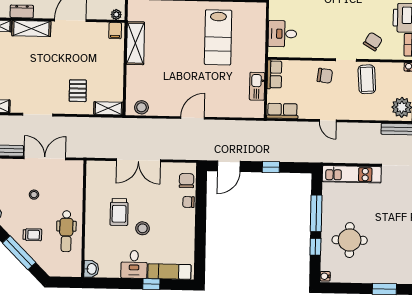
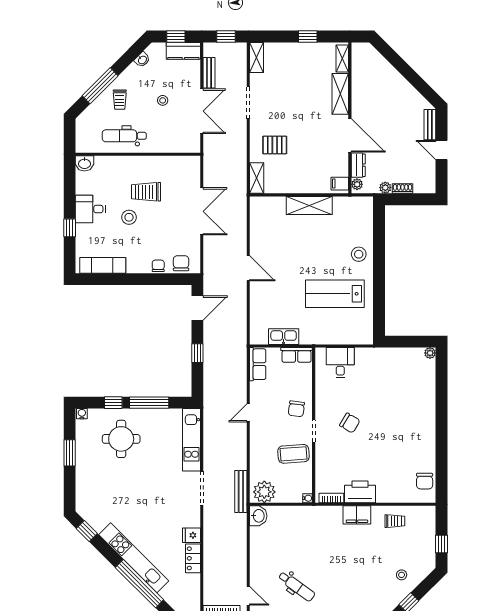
dresser: (22, 11) -> (358, 165), moved
chair: (373, 41) -> (350, 423), moved
shelving: (135, 43) -> (309, 205), moved
stool: (141, 107) -> (359, 254), moved
double door: (138, 160) -> (202, 211), swing flipped
door: (229, 166) -> (197, 308), swing flipped
chair: (187, 181) -> (181, 263), turned -90
exam couch: (169, 272) -> (103, 265), moved, turned -90
window: (384, 289) -> (70, 453), moved

